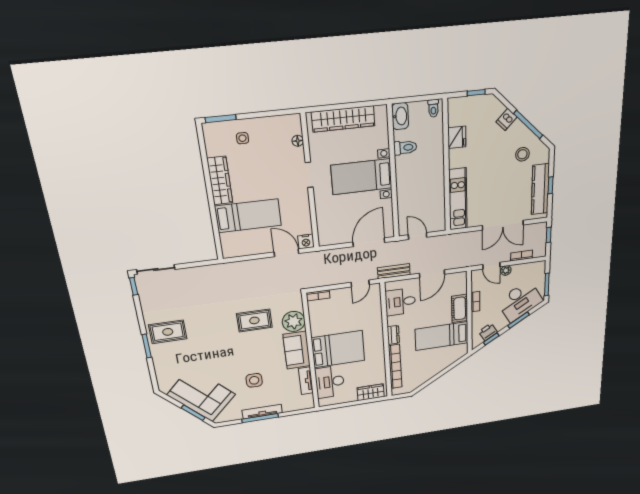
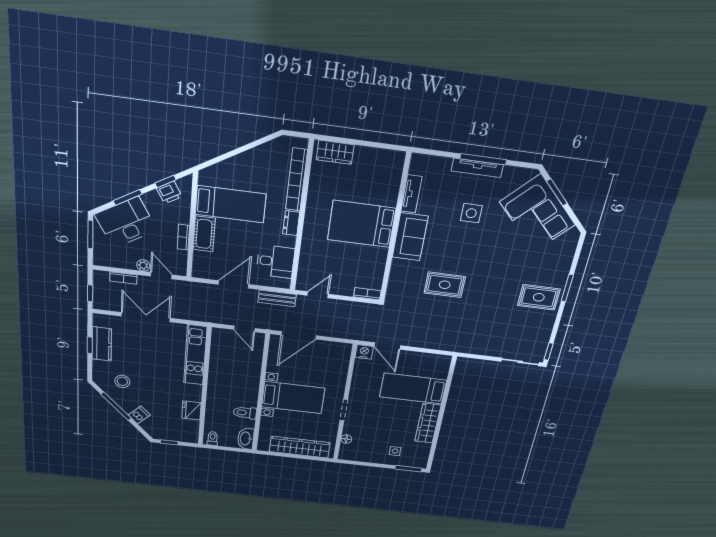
kitchen counter: (540, 189) -> (102, 344), width x0.67
plant: (294, 321) -> (403, 272), removed
desk: (330, 382) -> (383, 183), removed

